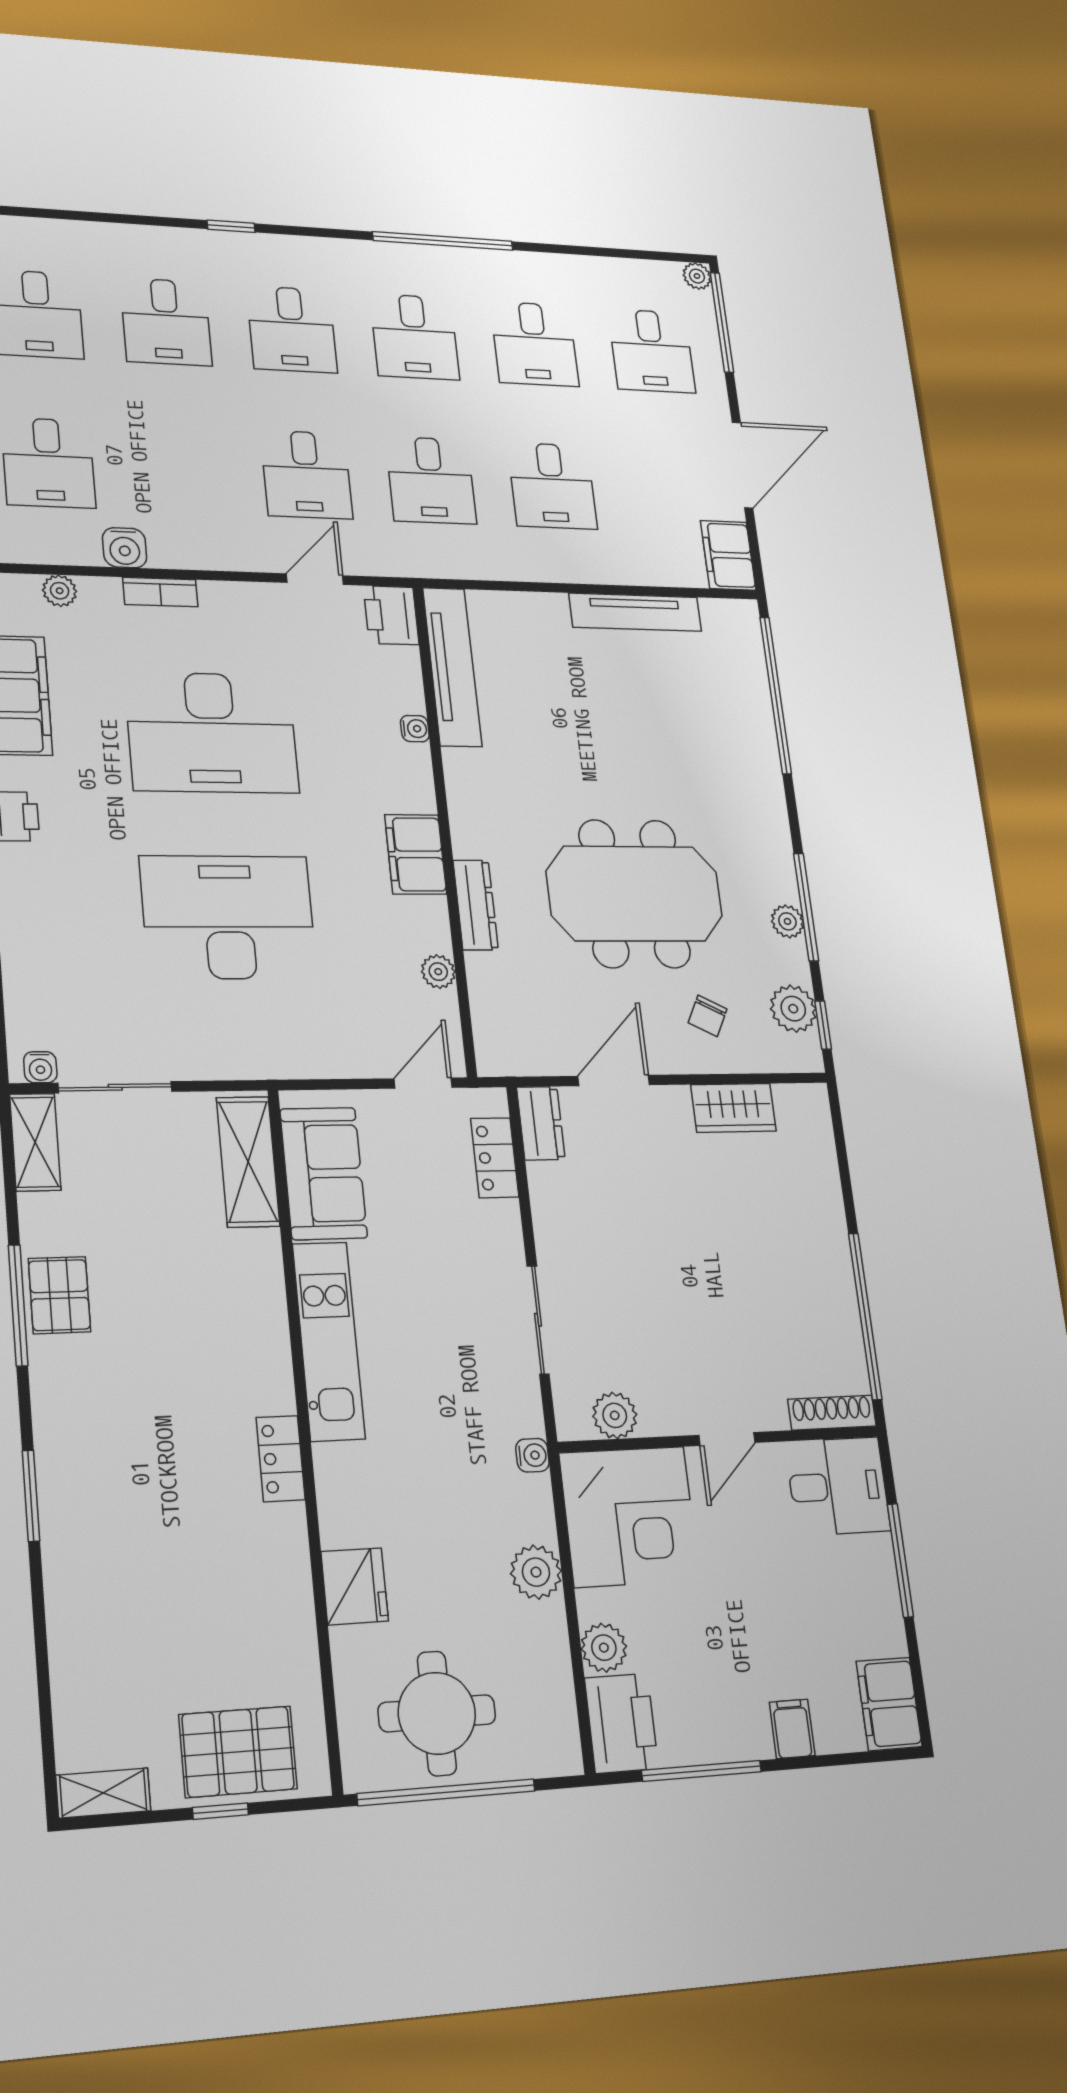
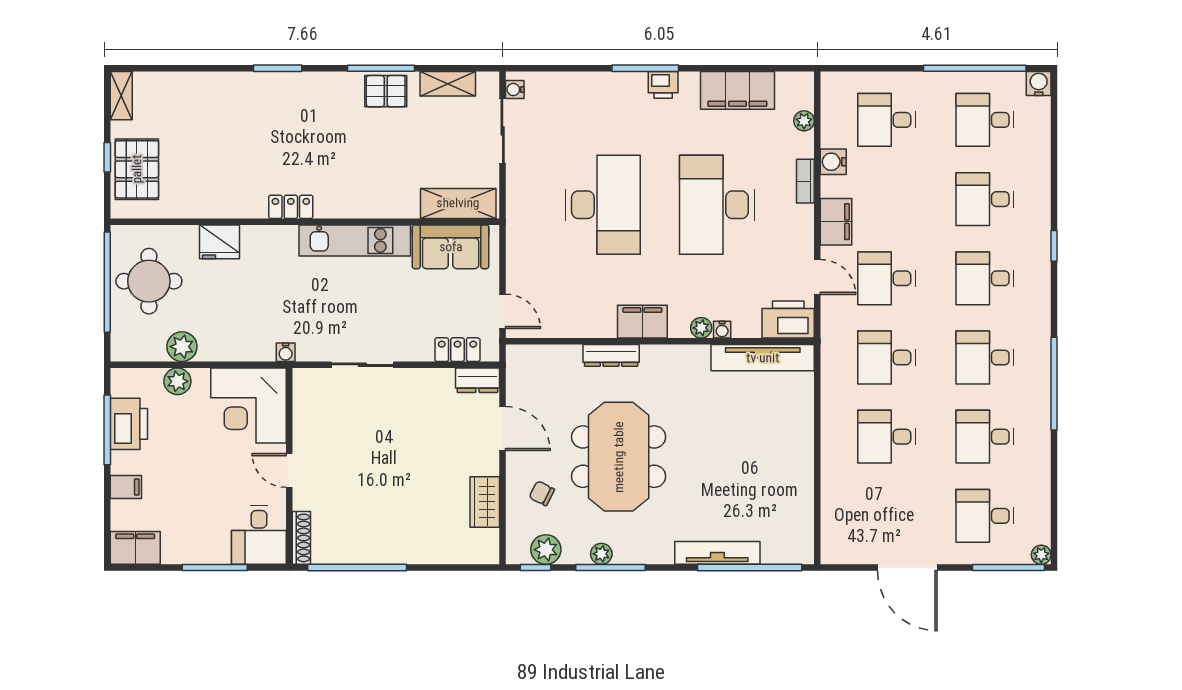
filing cabinet: (728, 555) -> (836, 222), moved, turned 90
tv unit: (635, 612) -> (717, 553), moved, turned 90
printer: (391, 615) -> (788, 320), width x1.37, depth x1.19
plant: (438, 972) -> (701, 328), moved
shelving: (35, 1142) -> (448, 84), moved
plant: (615, 1415) -> (306, 404), removed
plant: (536, 1572) -> (182, 347), moved
printer: (621, 1723) -> (129, 424), moved, turned -90

